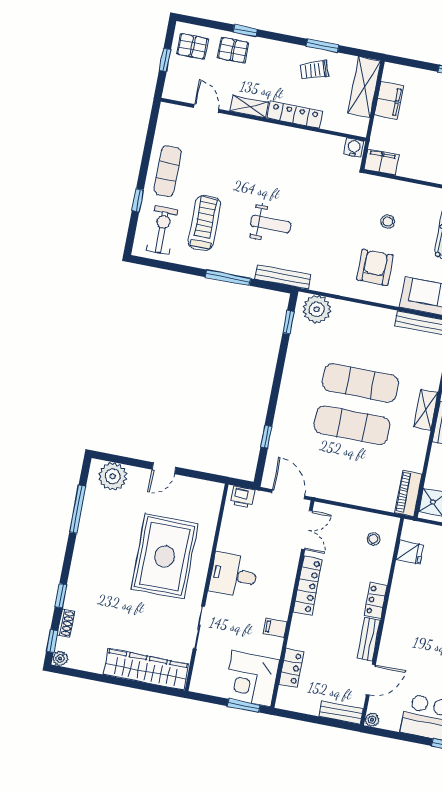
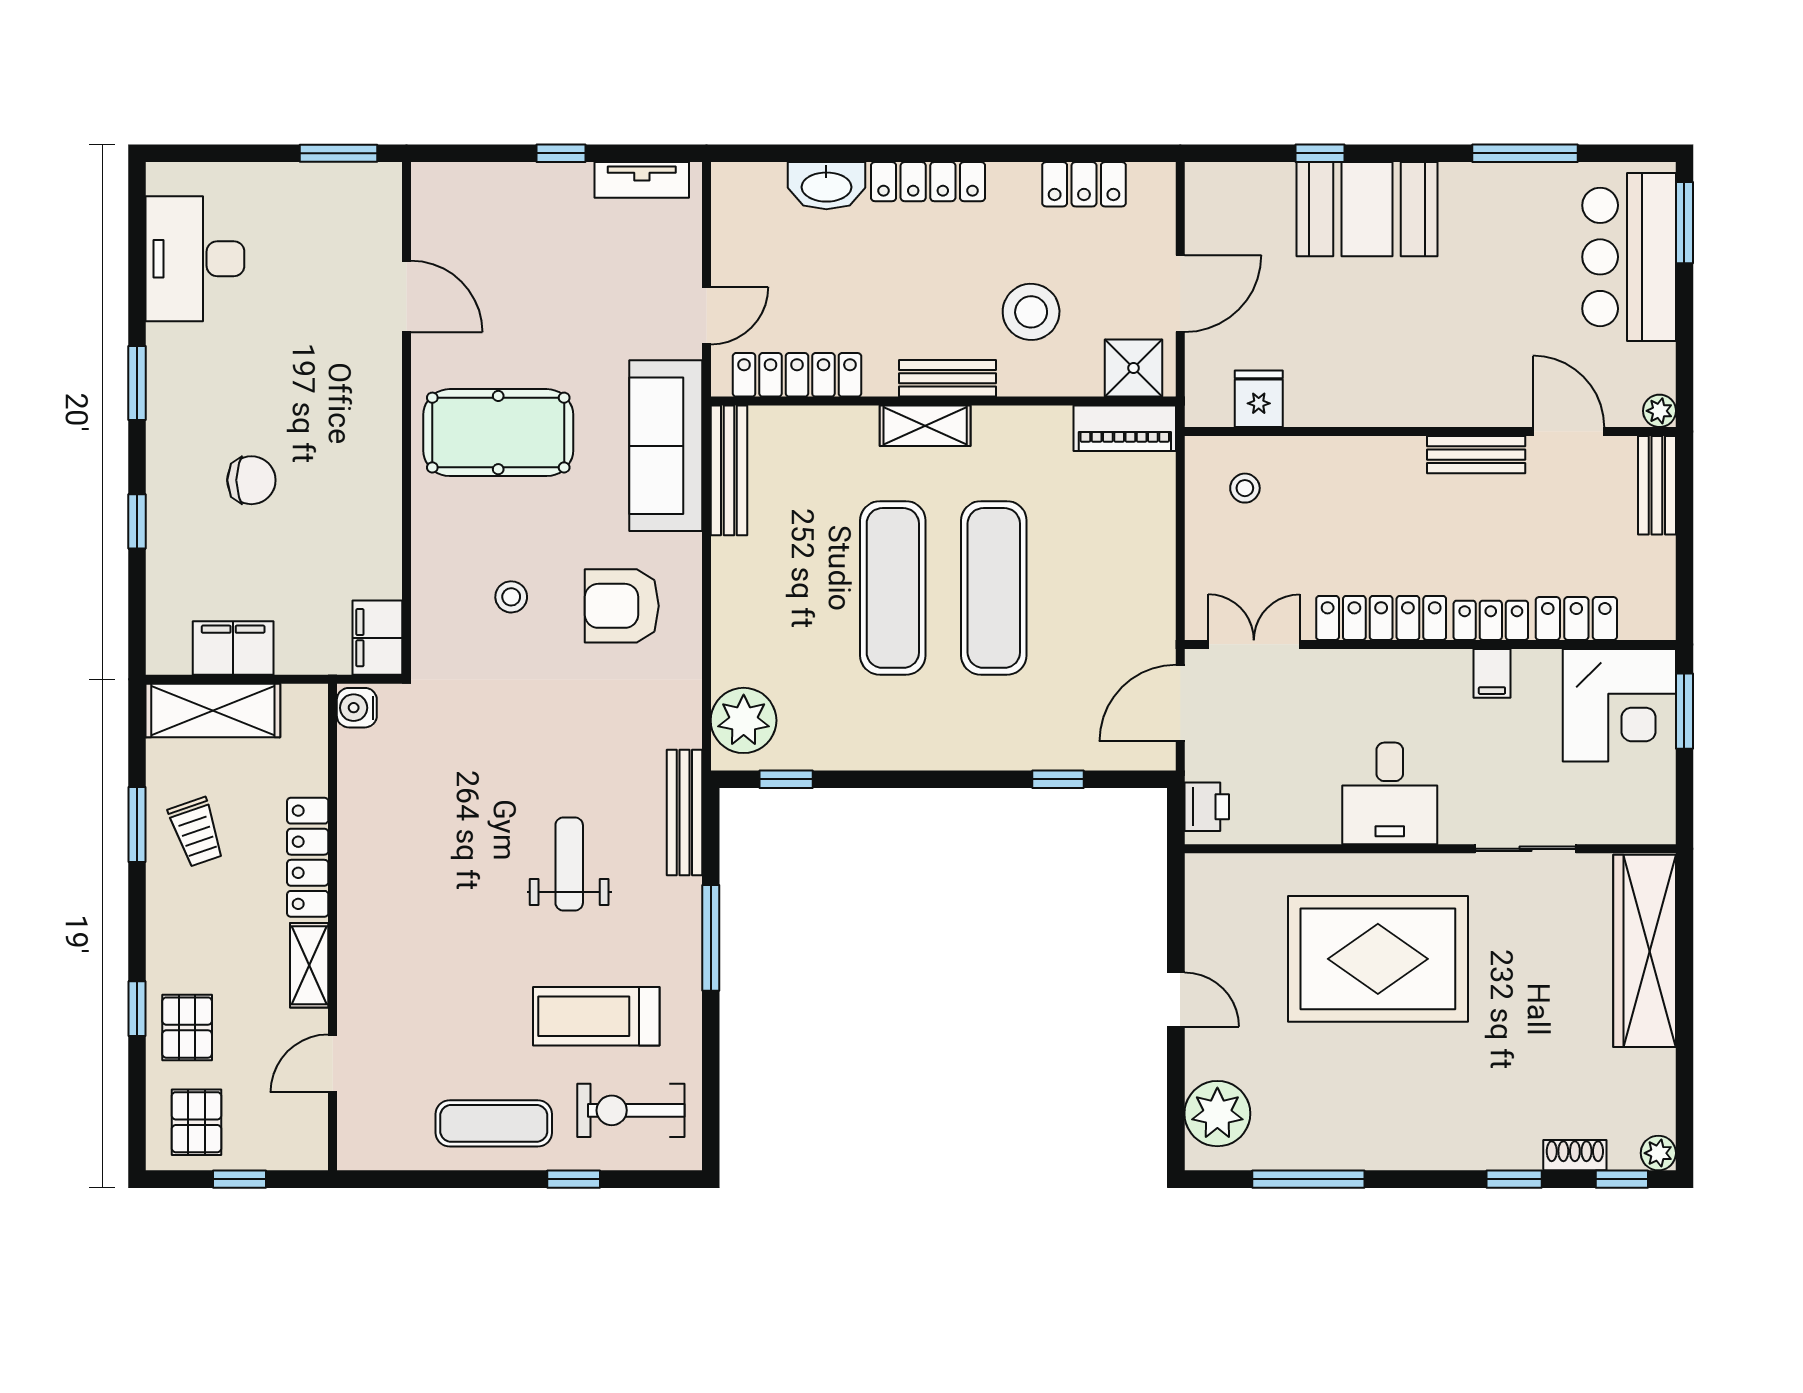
locker: (376, 600) -> (1491, 620), moved, turned 180

